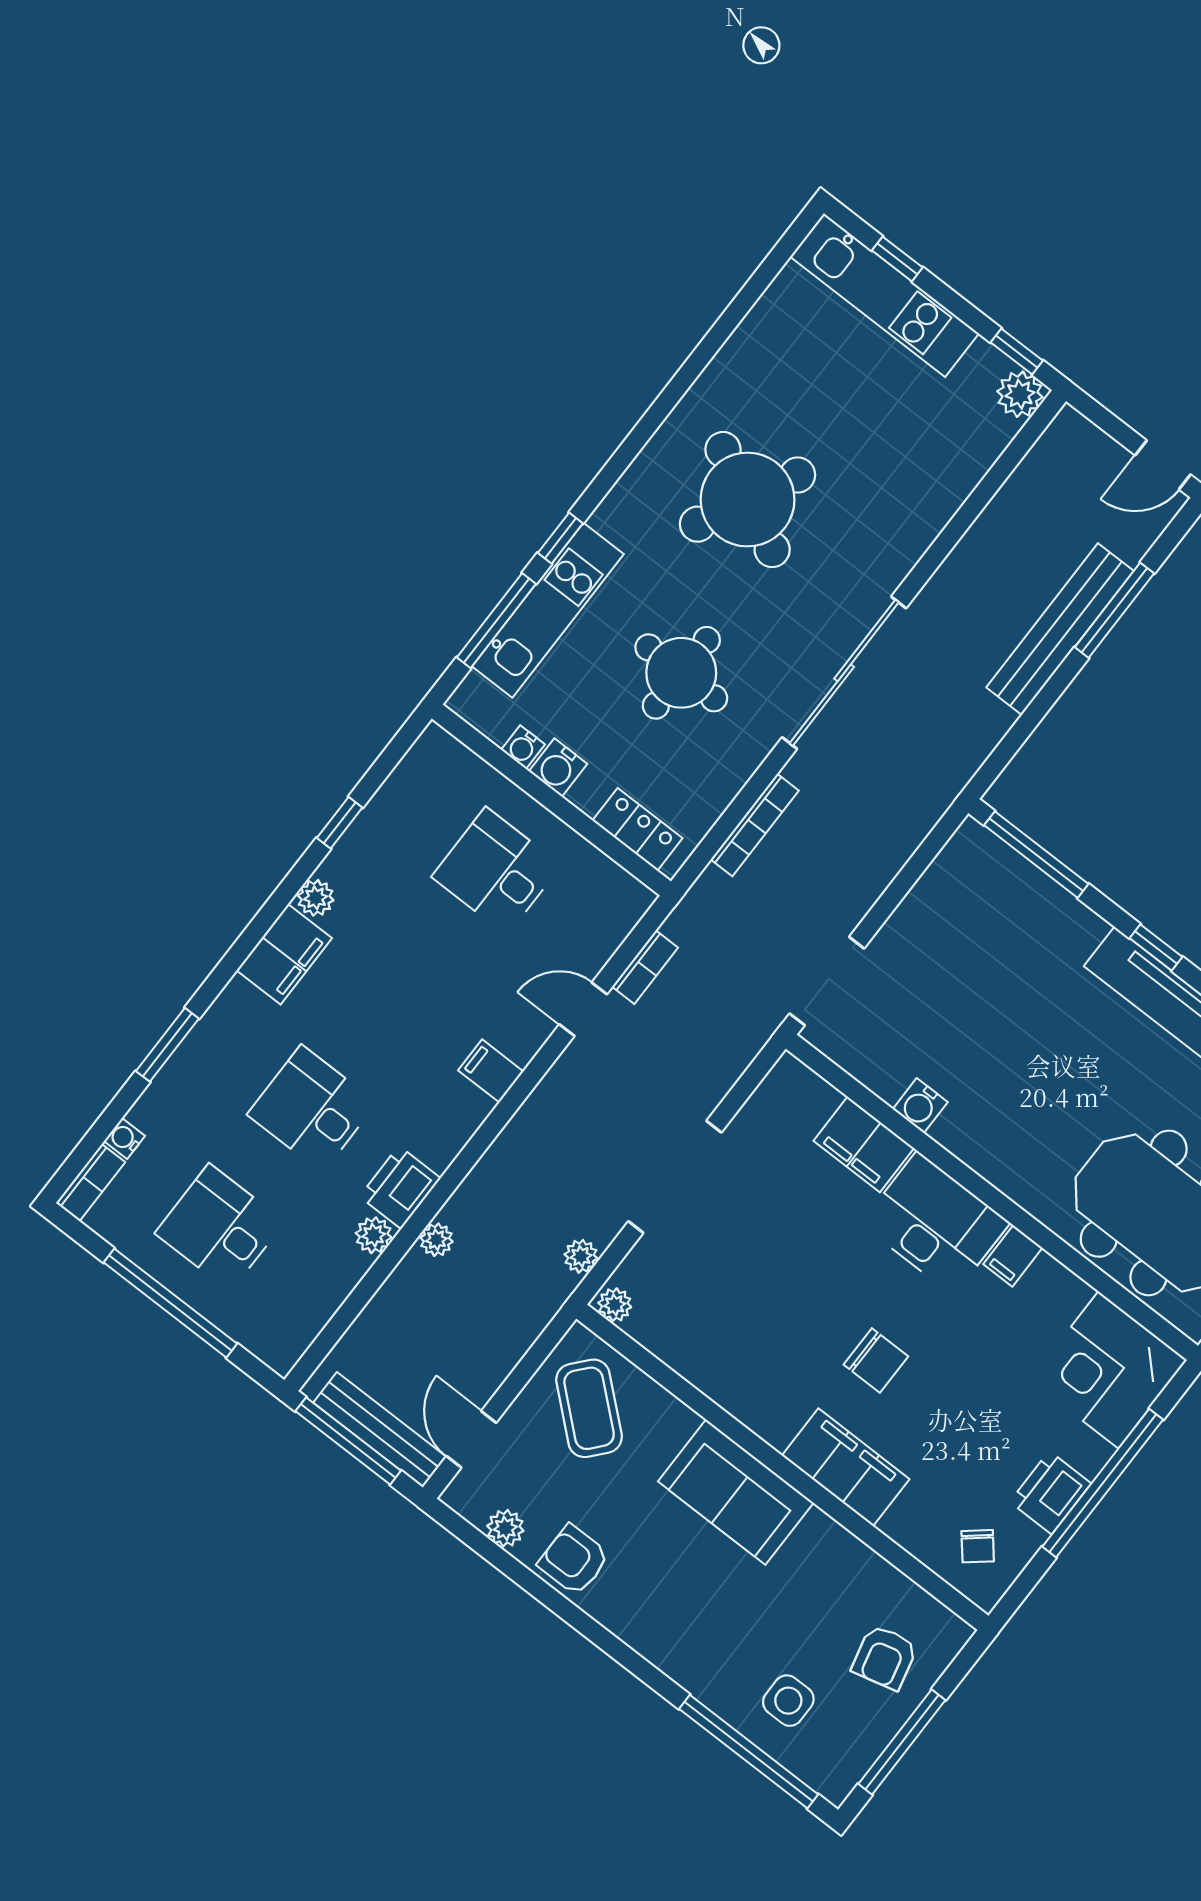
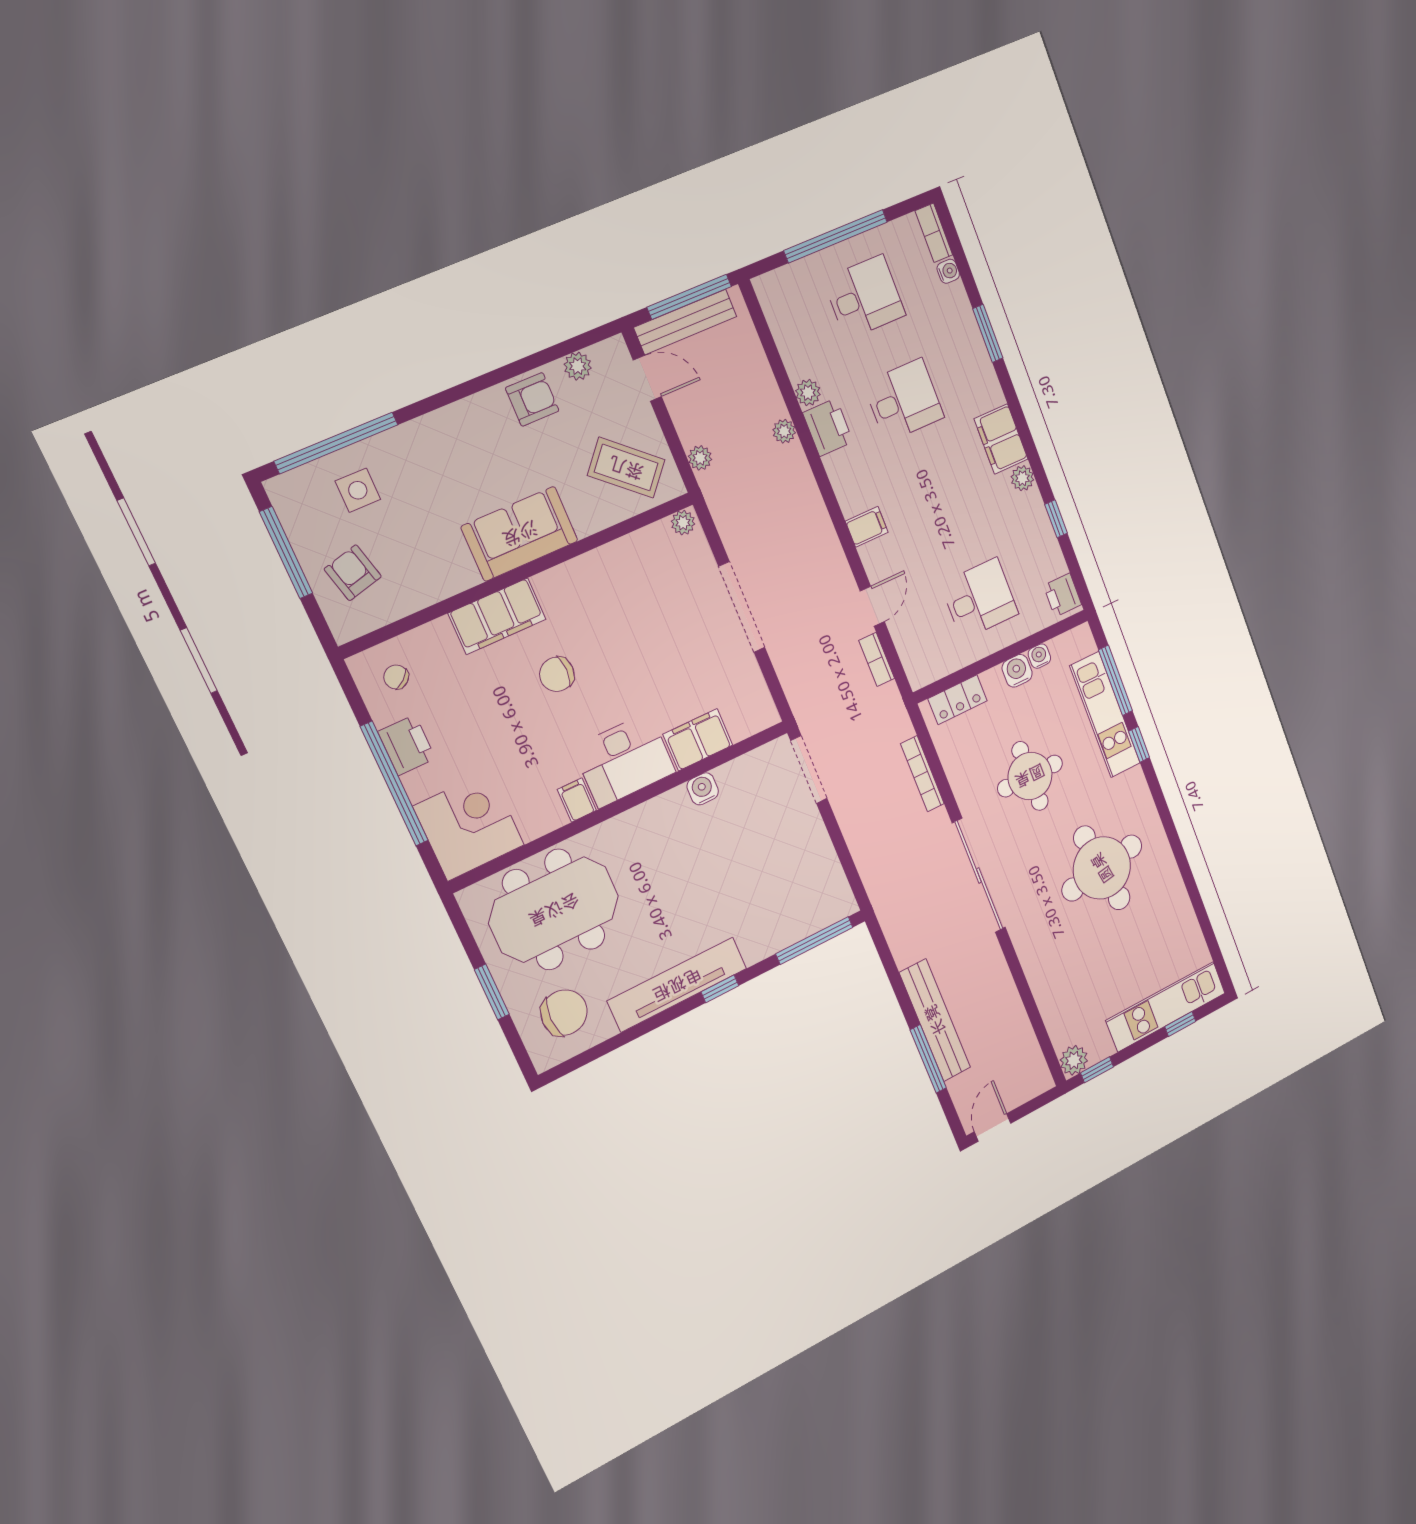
round table: (748, 500) -> (1102, 868), turned -35
printer: (429, 759) -> (1062, 595), added
plant: (581, 1256) -> (700, 458), moved

